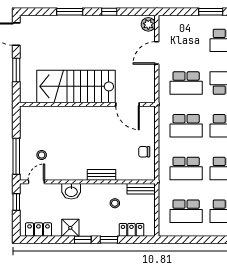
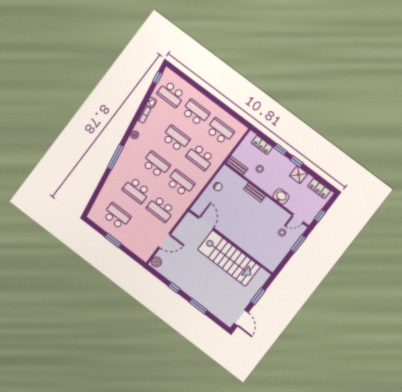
school desk: (186, 83) -> (161, 209), turned 180
window: (16, 156) -> (298, 244), width x0.69
school desk: (186, 168) -> (200, 157), turned 180

